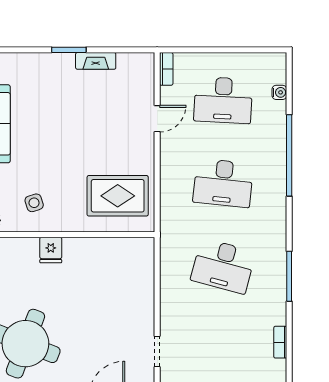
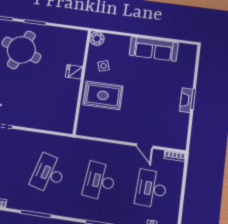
fireplace: (96, 61) -> (186, 100), moved
rug: (118, 196) -> (103, 95), moved, turned 90

